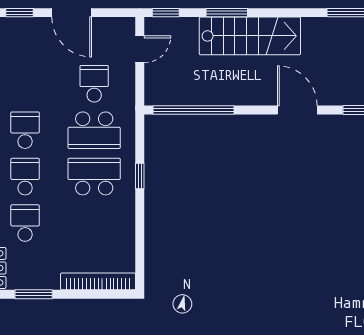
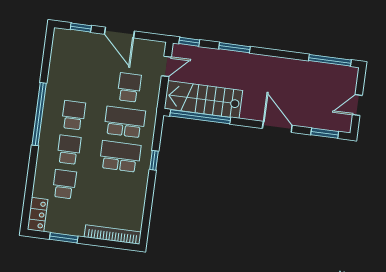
stairs: (250, 36) -> (203, 100), moved, turned 180
school desk: (94, 130) -> (125, 122), turned 180

